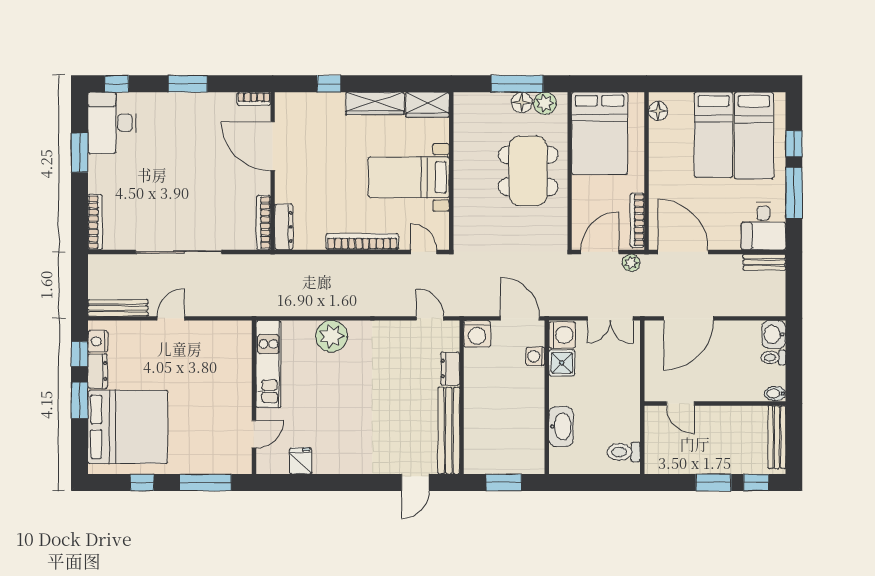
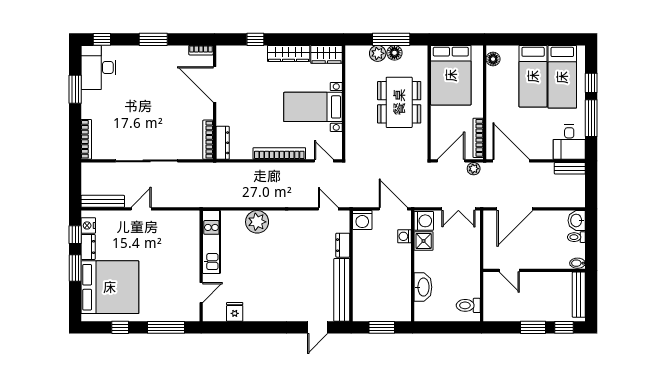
plant: (545, 103) -> (378, 53), moved

